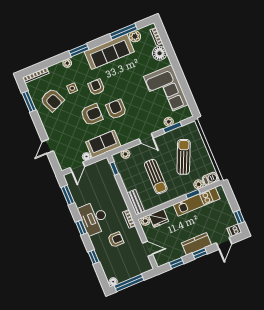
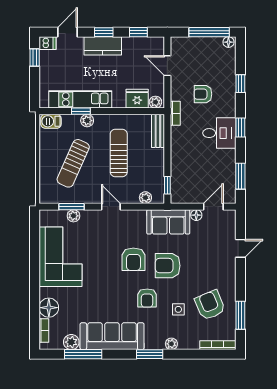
plant: (199, 184) -> (87, 121), moved
desk: (94, 218) -> (219, 133), width x0.73

